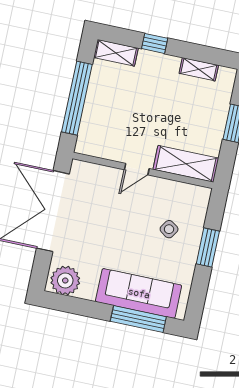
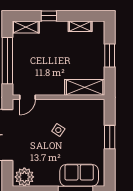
door: (137, 169) -> (27, 97), moved
side table: (169, 229) -> (58, 130), moved
sofa: (139, 293) -> (79, 175), width x0.73

